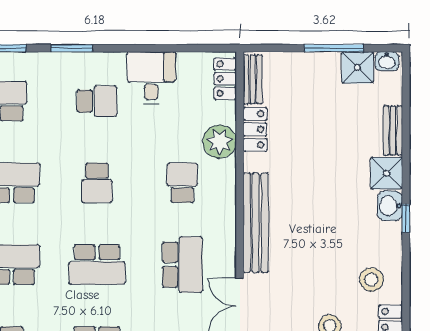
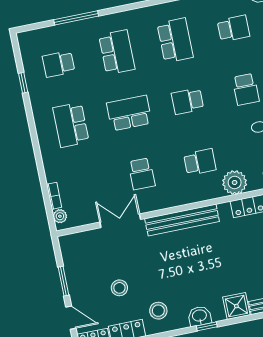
washbasin: (390, 206) -> (200, 316), moved
school desk: (97, 265) -> (129, 113), turned 90
school desk: (182, 265) -> (142, 174), width x0.54

